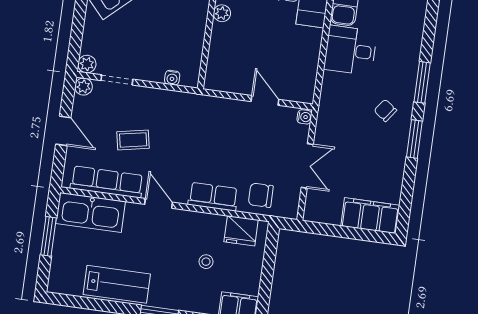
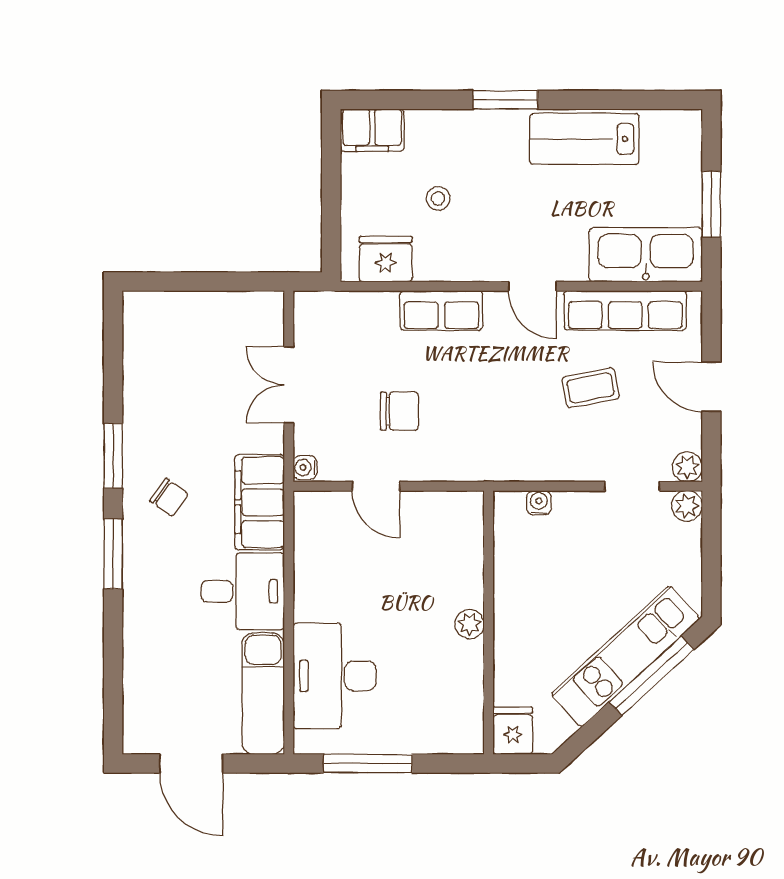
chair: (261, 195) -> (399, 411), moved
filing cabinet: (370, 216) -> (260, 502), moved, turned 90

